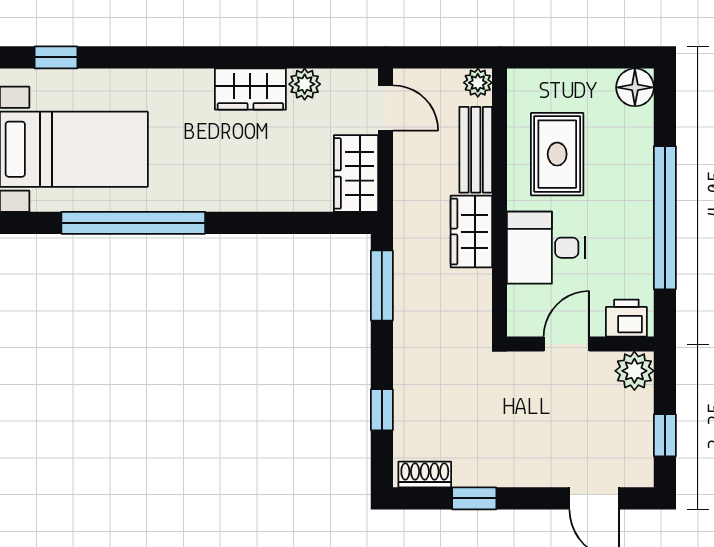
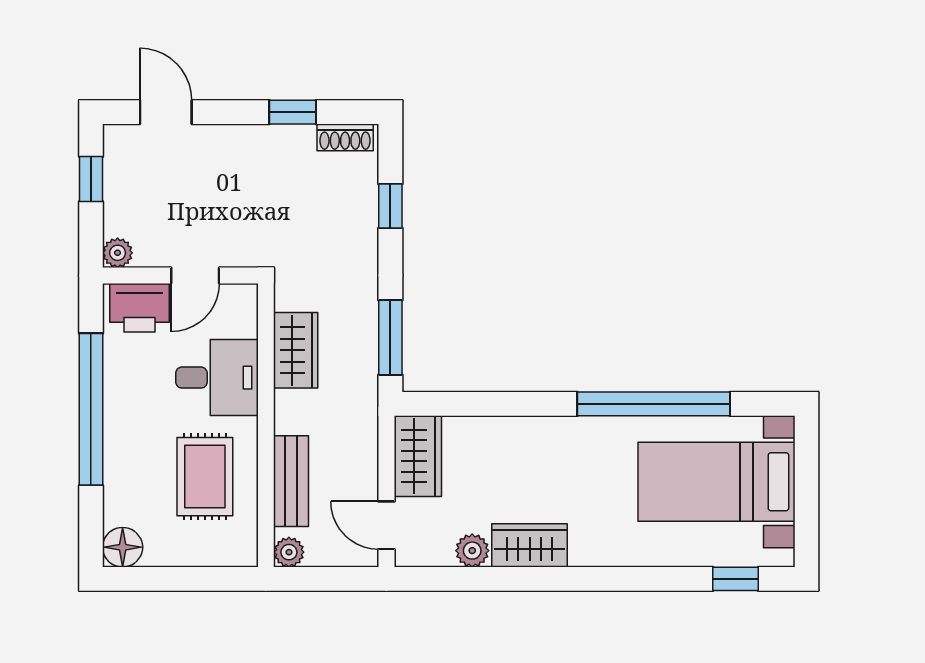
wardrobe: (471, 232) -> (296, 350), moved
printer: (626, 318) -> (140, 308), width x1.36, depth x1.24
plant: (634, 371) -> (118, 253), width x0.73, depth x0.73

